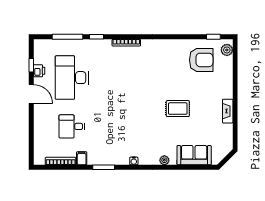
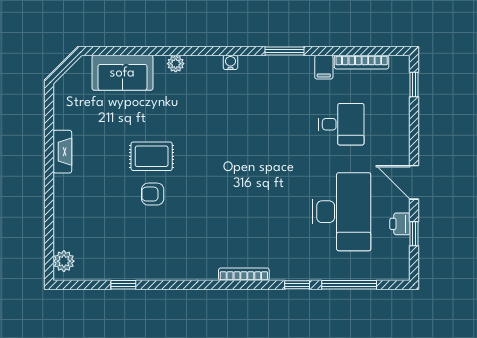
window: (213, 37) -> (123, 285), moved
armchair: (201, 60) -> (153, 194), moved, width x0.53, depth x0.53
window: (31, 149) -> (414, 84), added

